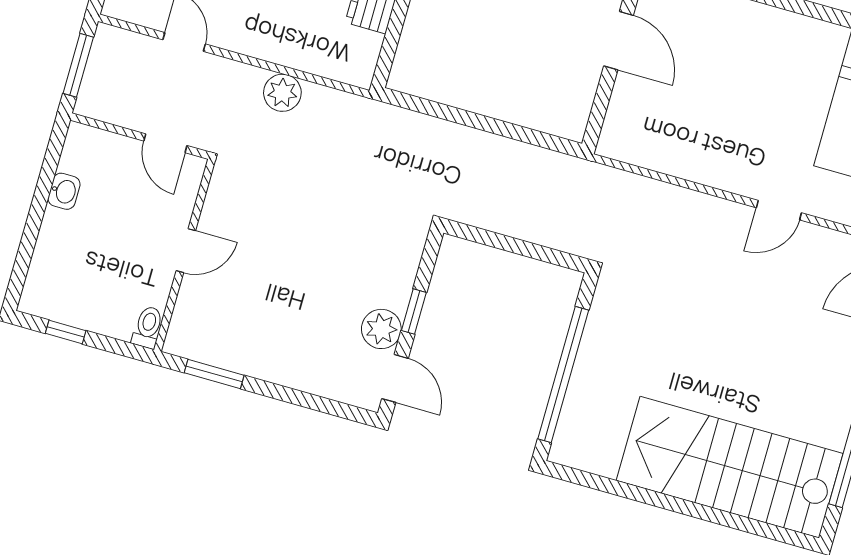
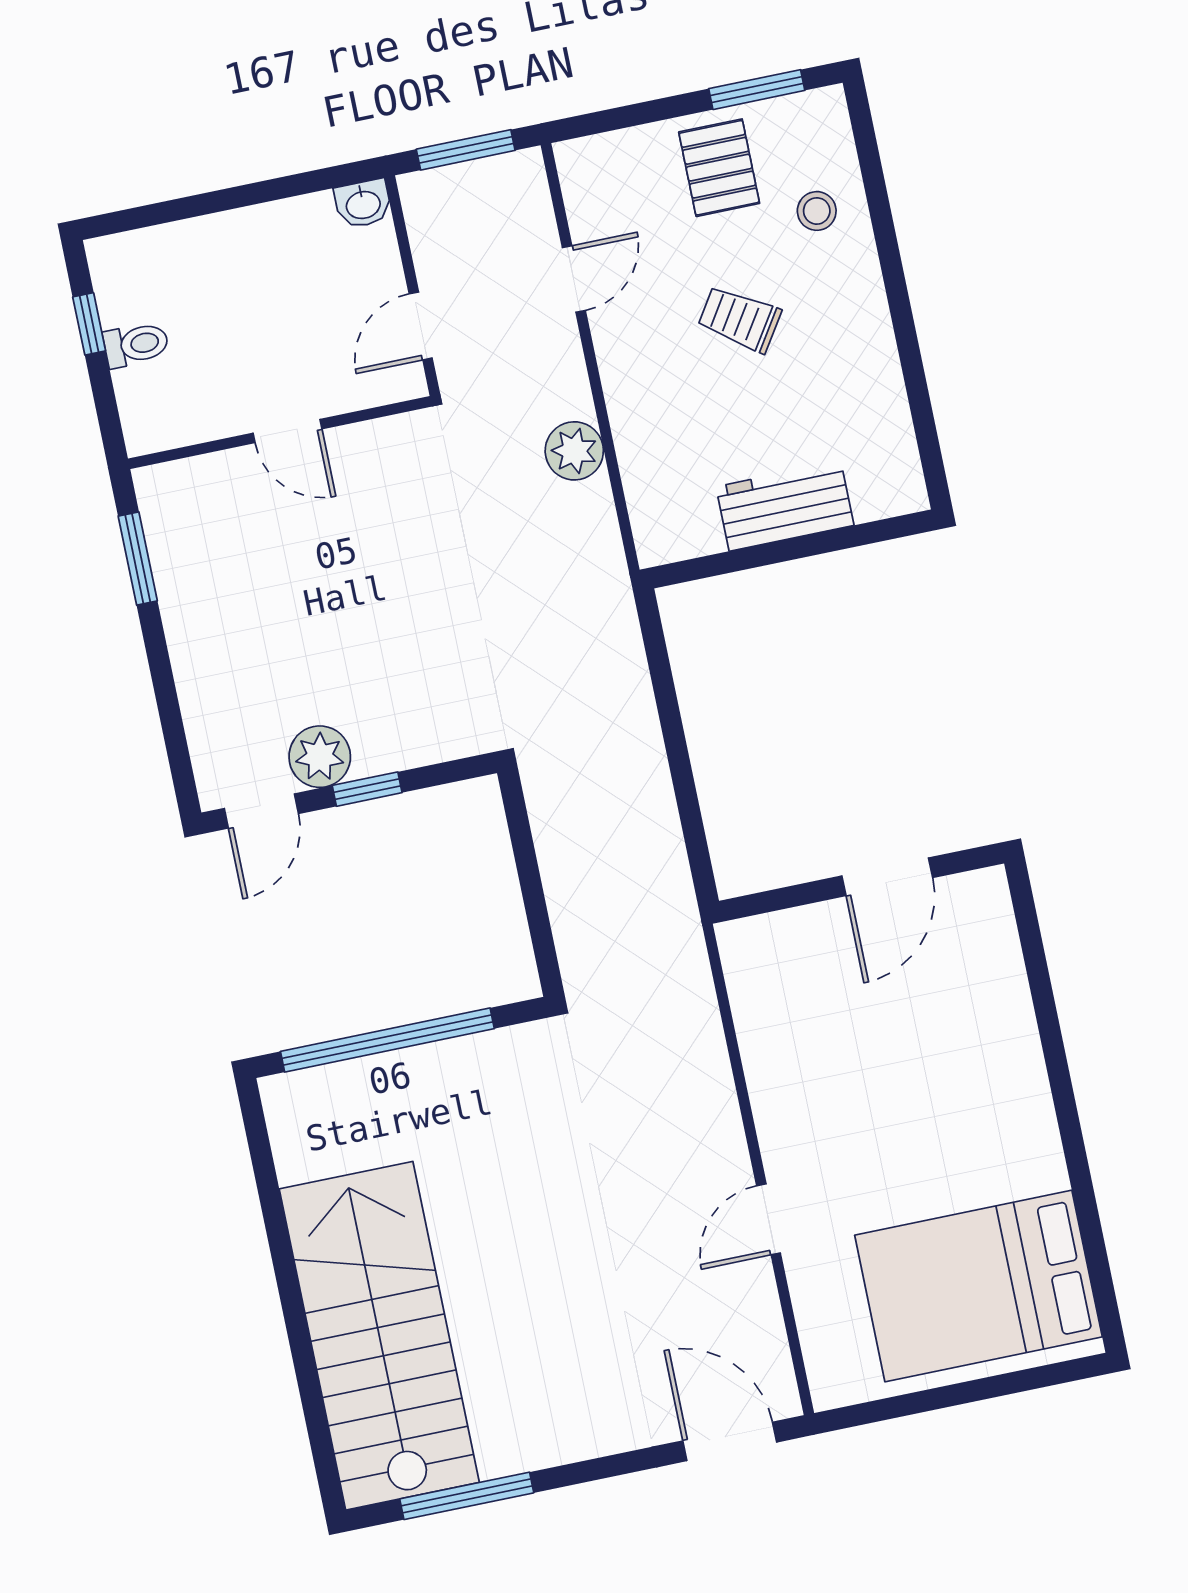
washbasin: (64, 191) -> (363, 204), moved
door: (779, 210) -> (769, 1219), hinge flipped
toilet: (148, 327) -> (136, 345), moved

